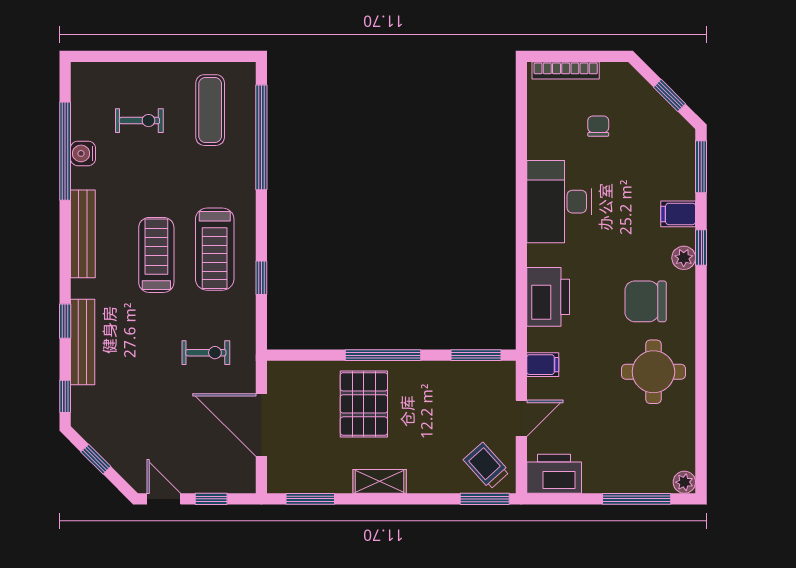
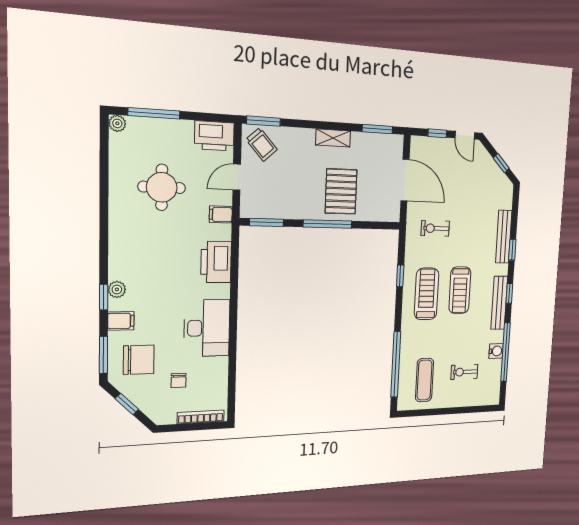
chair: (646, 301) -> (139, 360), moved
round table: (653, 372) -> (162, 187), moved
window: (65, 396) -> (509, 293), moved

